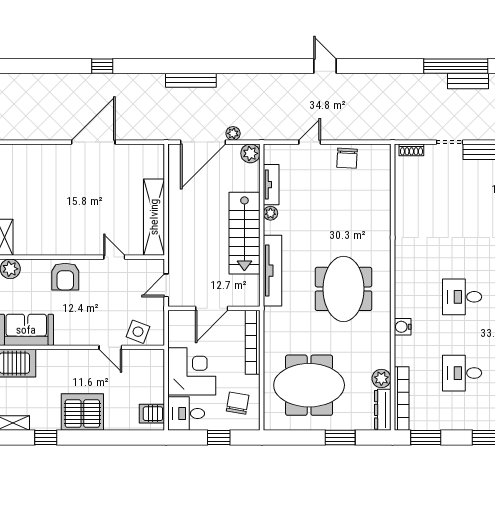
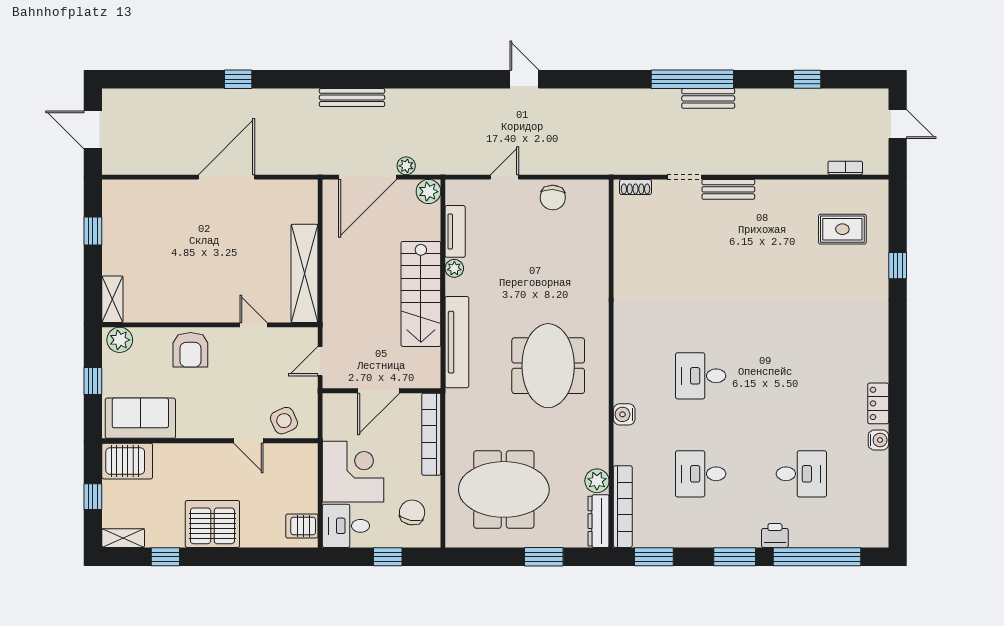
side table: (138, 332) -> (284, 421), turned 45

